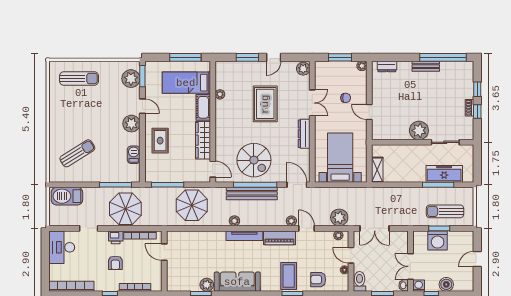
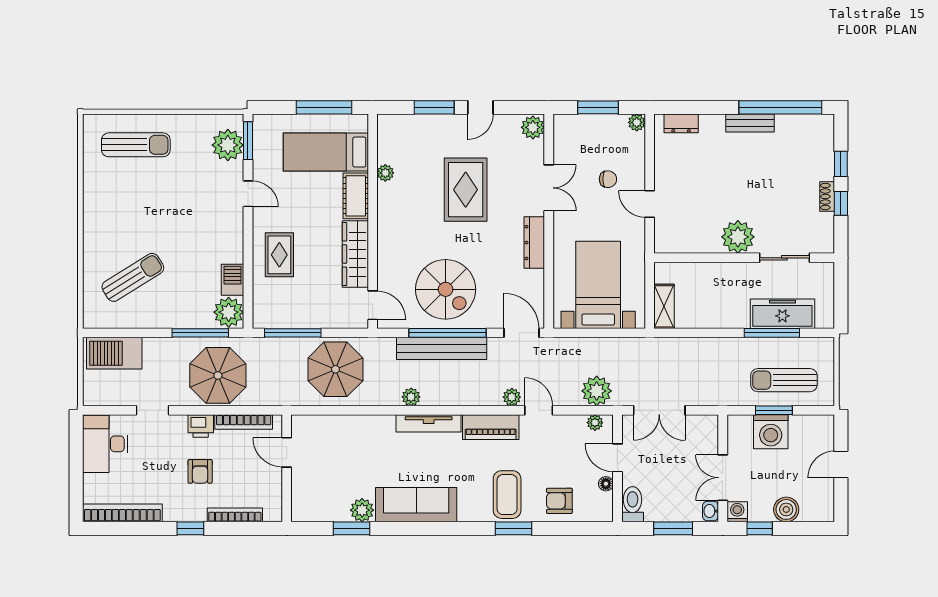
plant: (131, 124) -> (229, 312), moved

